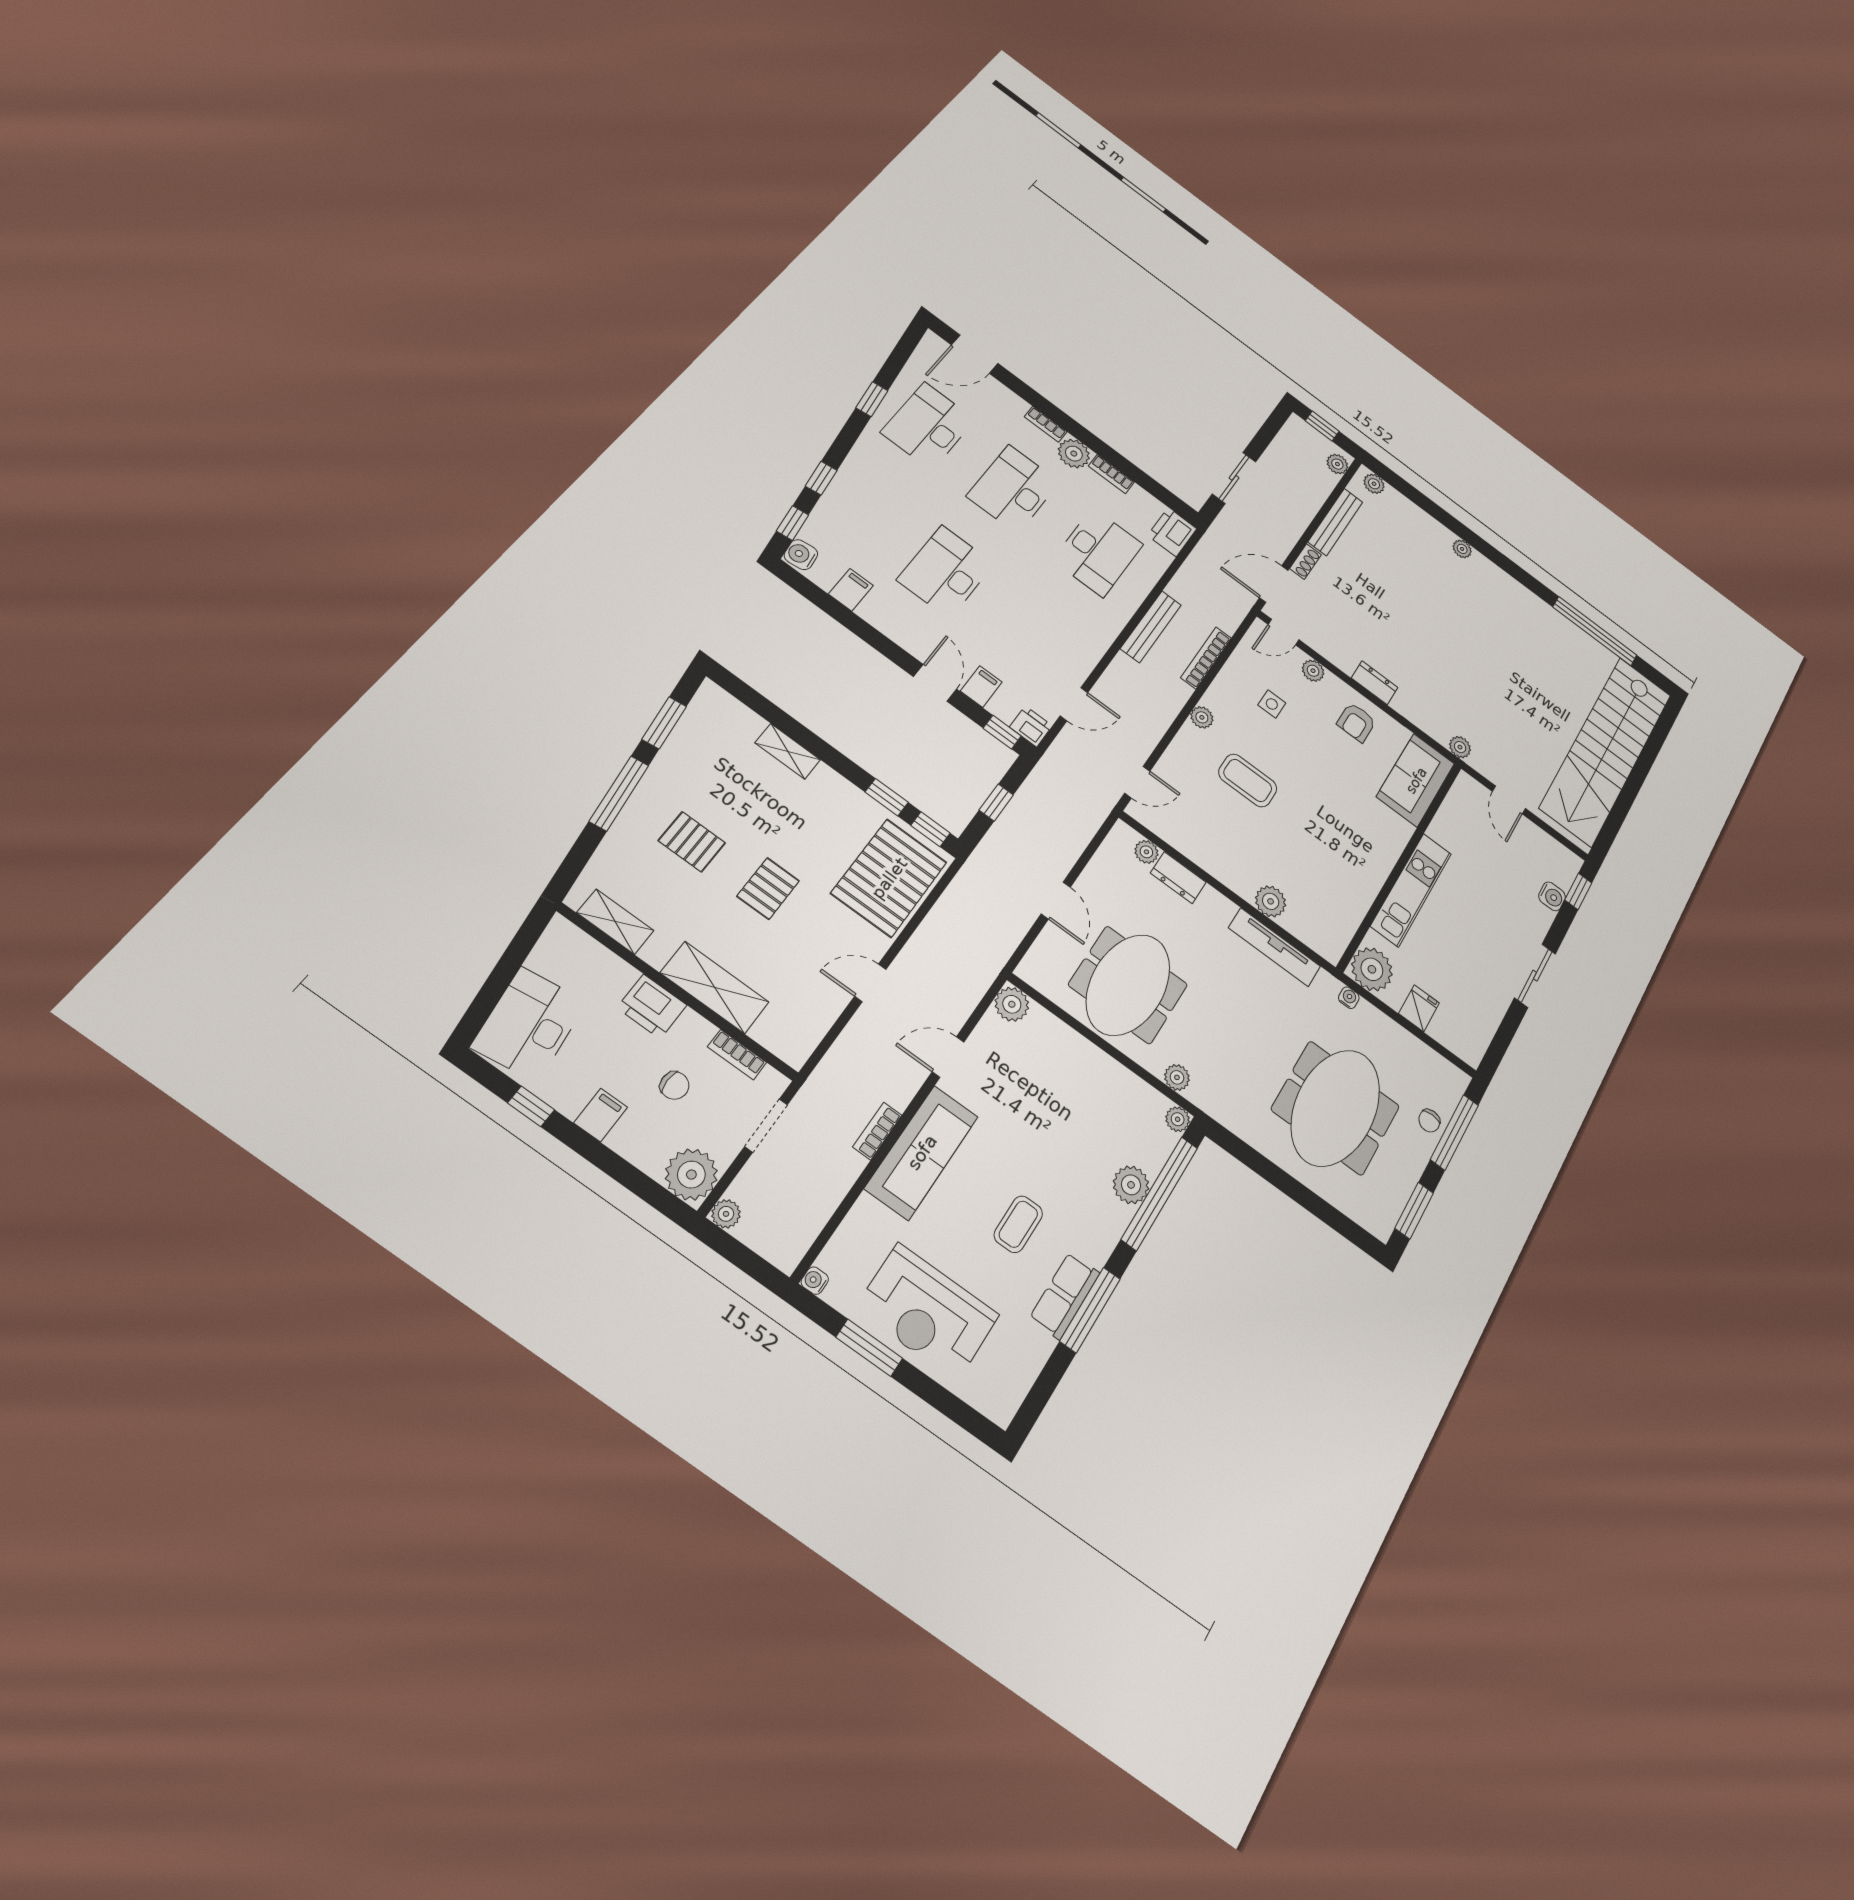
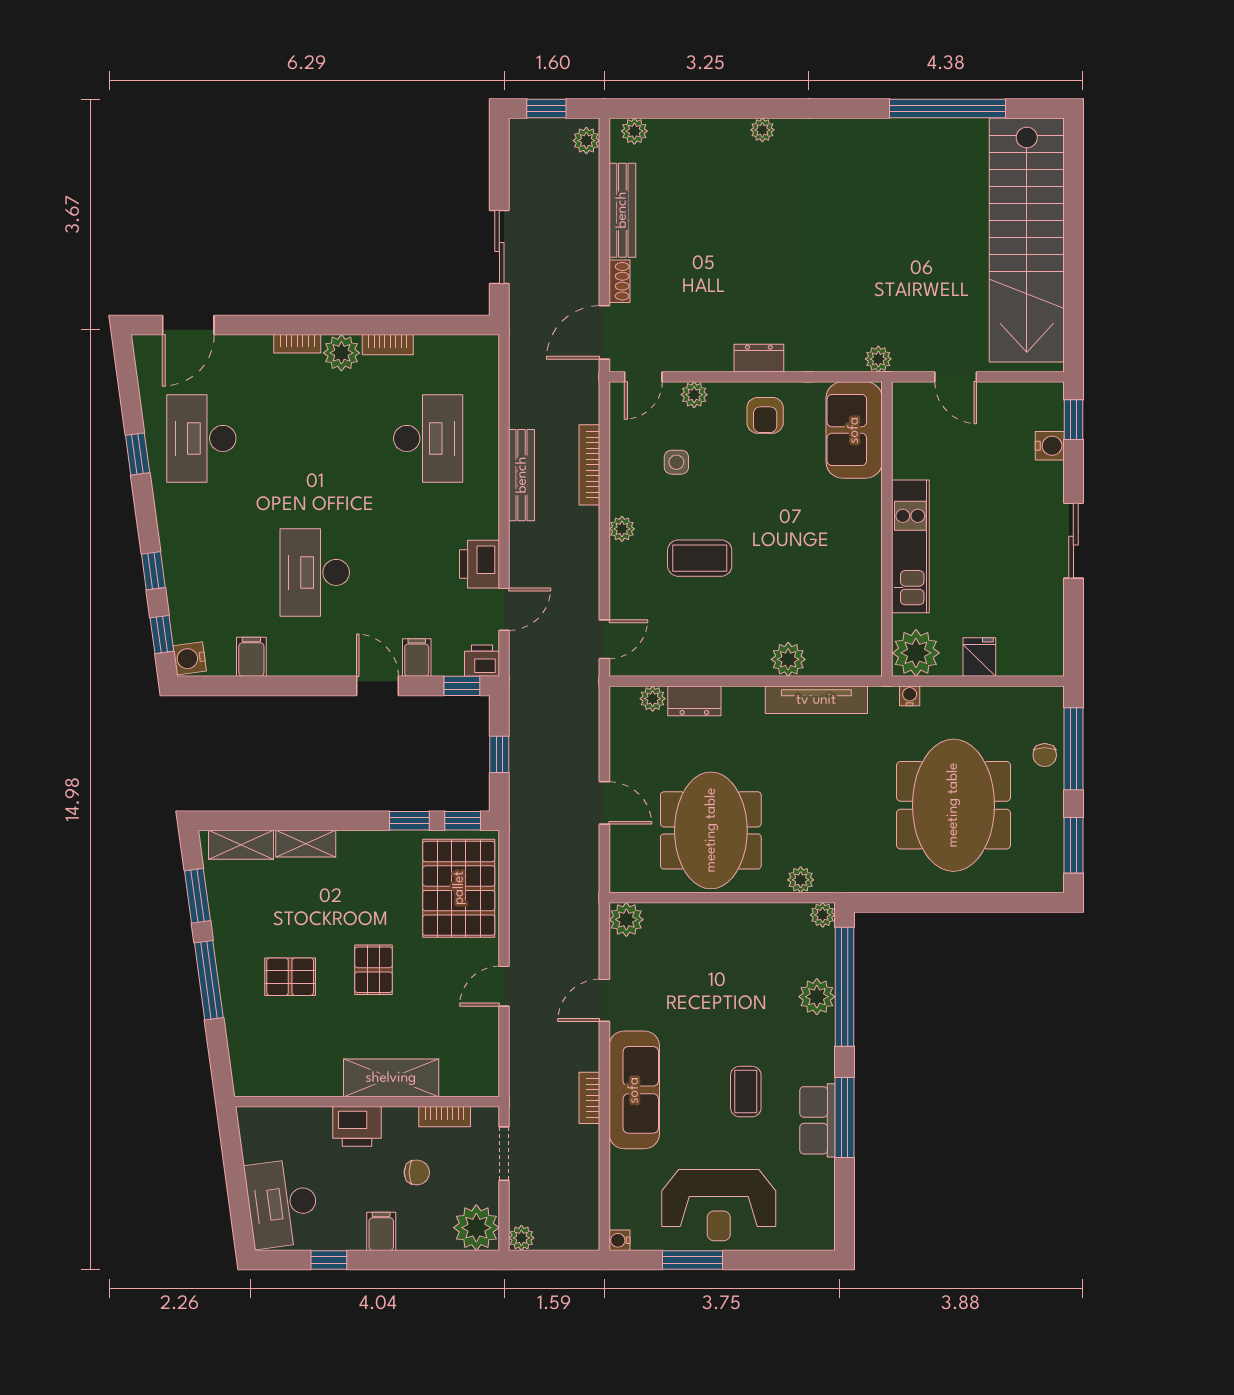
desk: (1013, 489) -> (315, 438), removed
printer: (1172, 532) -> (480, 564), moved
shelving: (615, 922) -> (241, 845), moved

